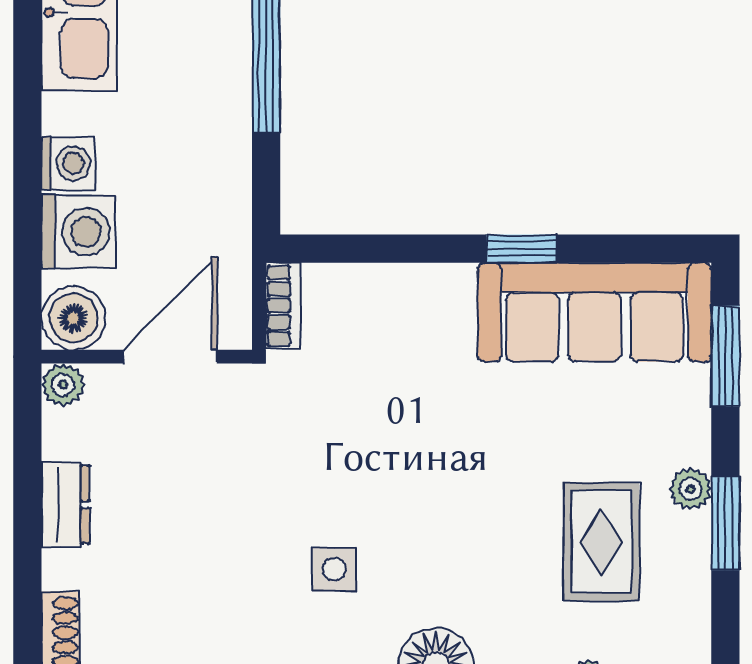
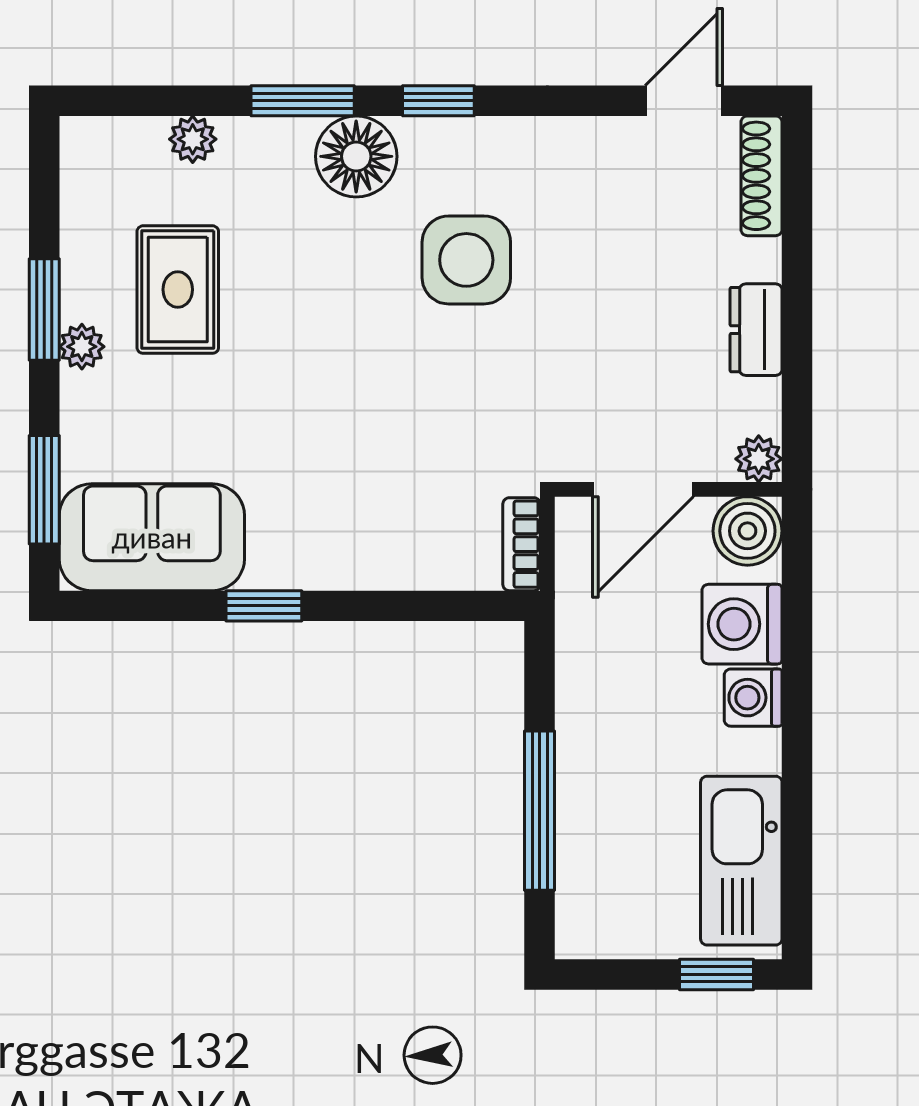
sofa: (595, 312) -> (152, 537), width x0.73
side table: (334, 569) -> (466, 260), width x1.87, depth x1.87

